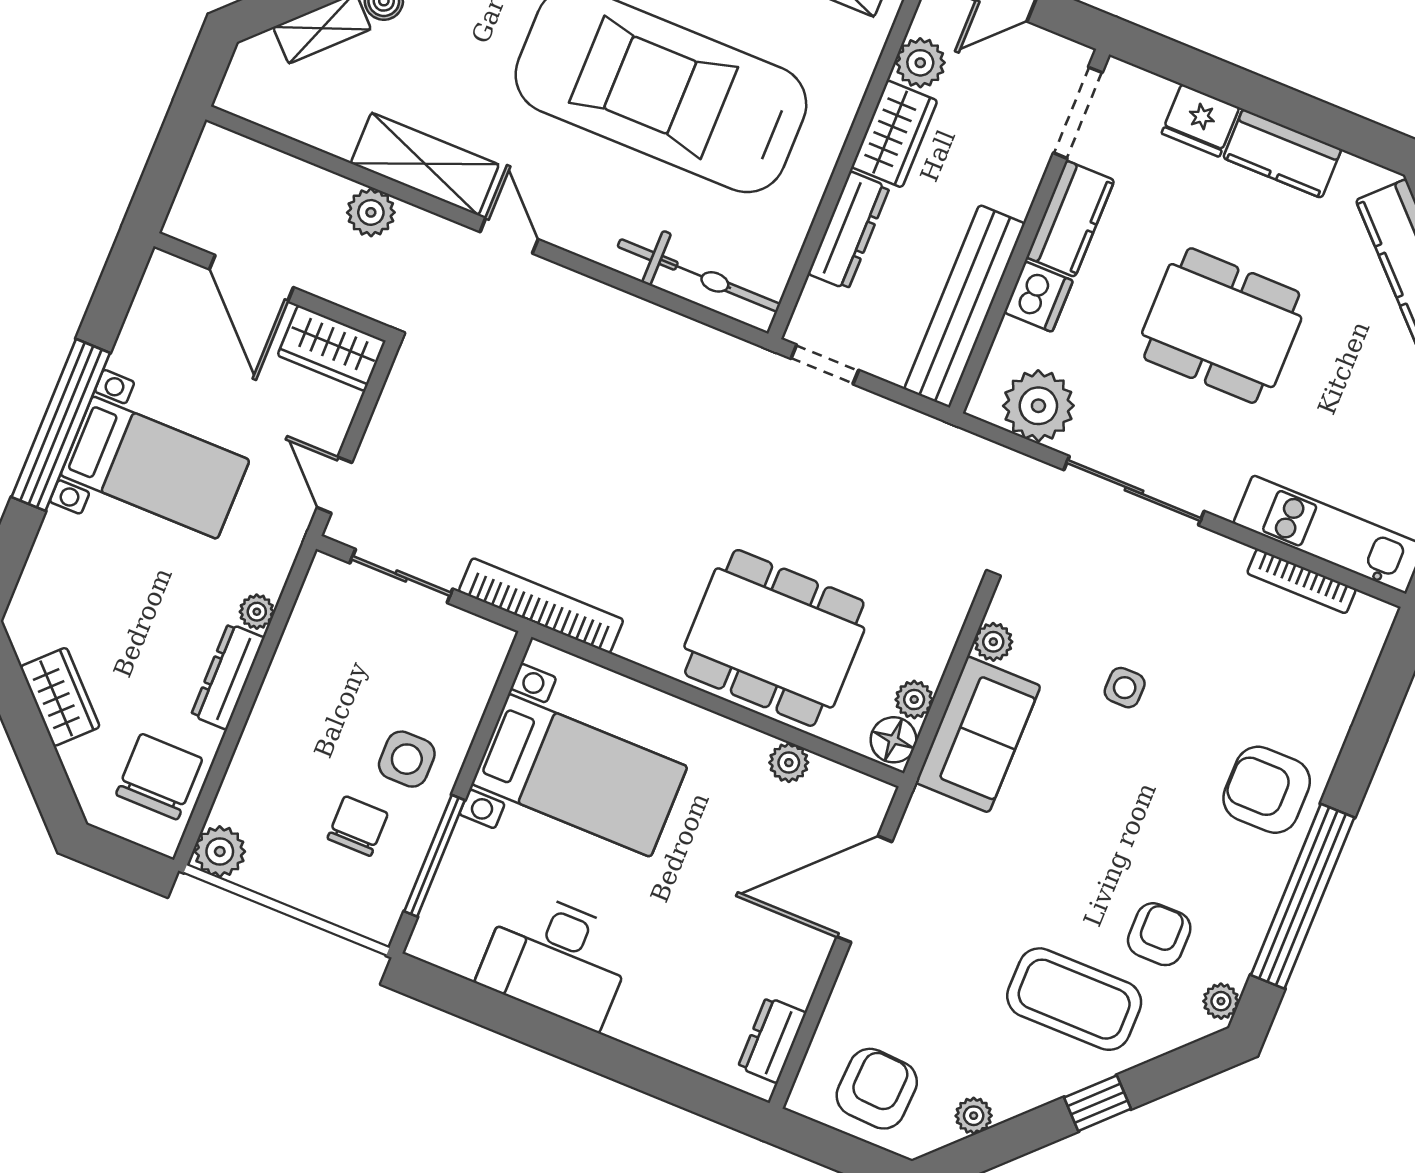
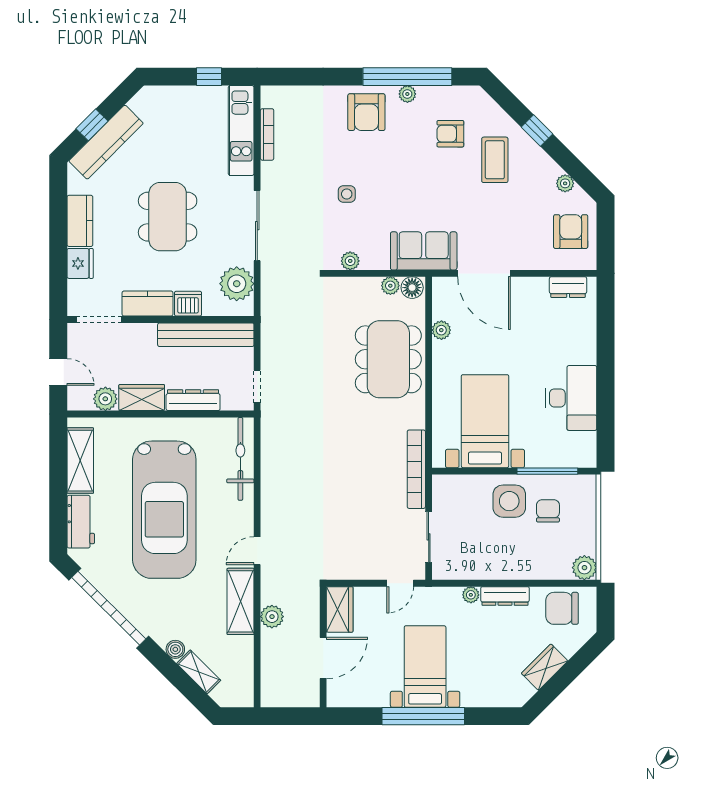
sofa: (978, 734) -> (424, 251), moved
side table: (407, 759) -> (509, 501), width x1.37, depth x1.37
chair: (358, 826) -> (548, 511), turned 90
coffee table: (1074, 999) -> (495, 160), width x0.73, depth x0.76
plant: (1221, 1001) -> (407, 94), moved
armchair: (877, 1089) -> (571, 232), turned 87

